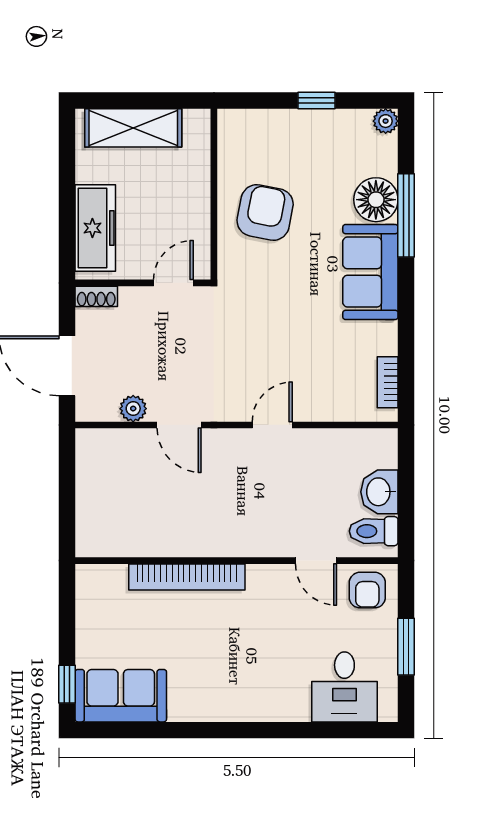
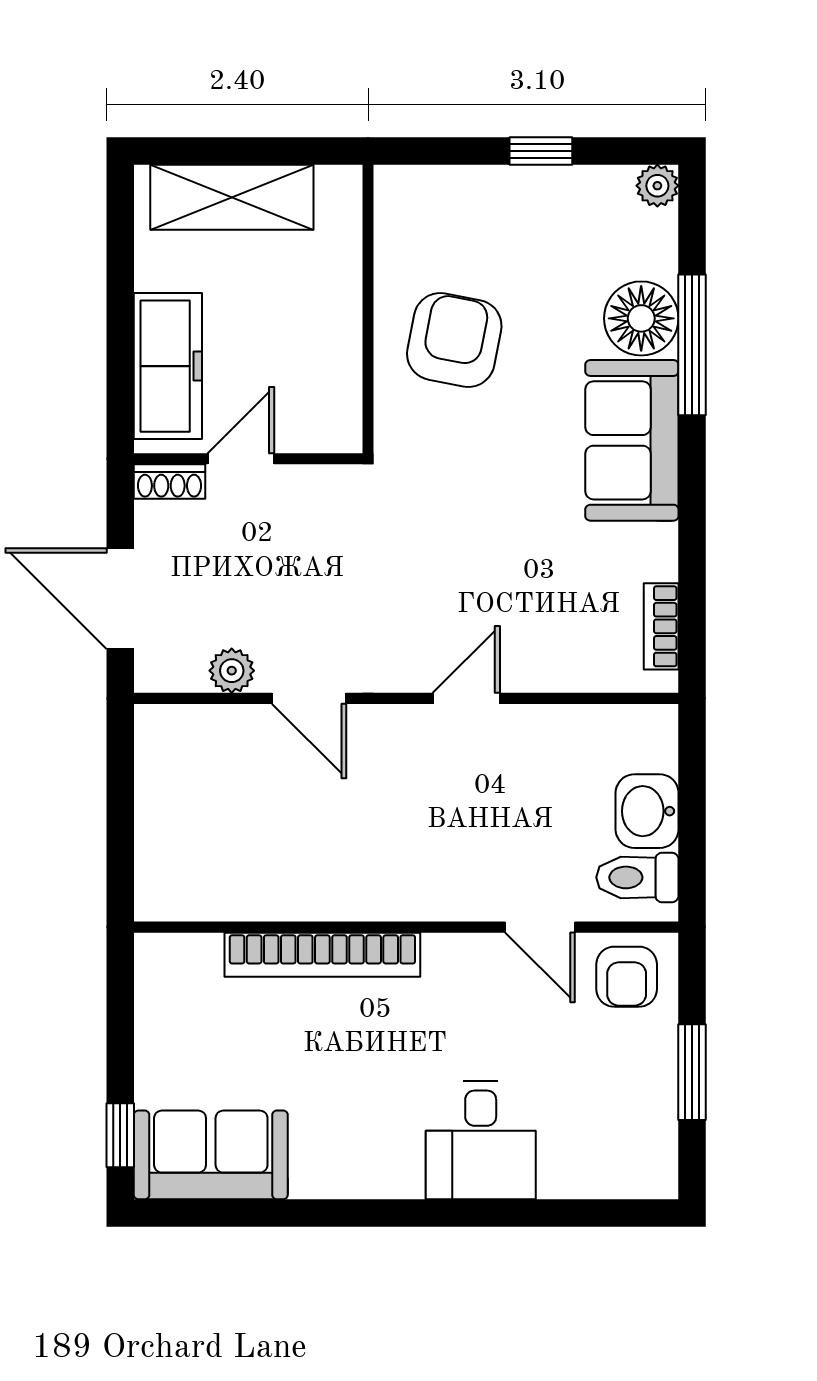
door: (173, 283) -> (241, 459), moved
desk: (344, 687) -> (481, 1140), moved

